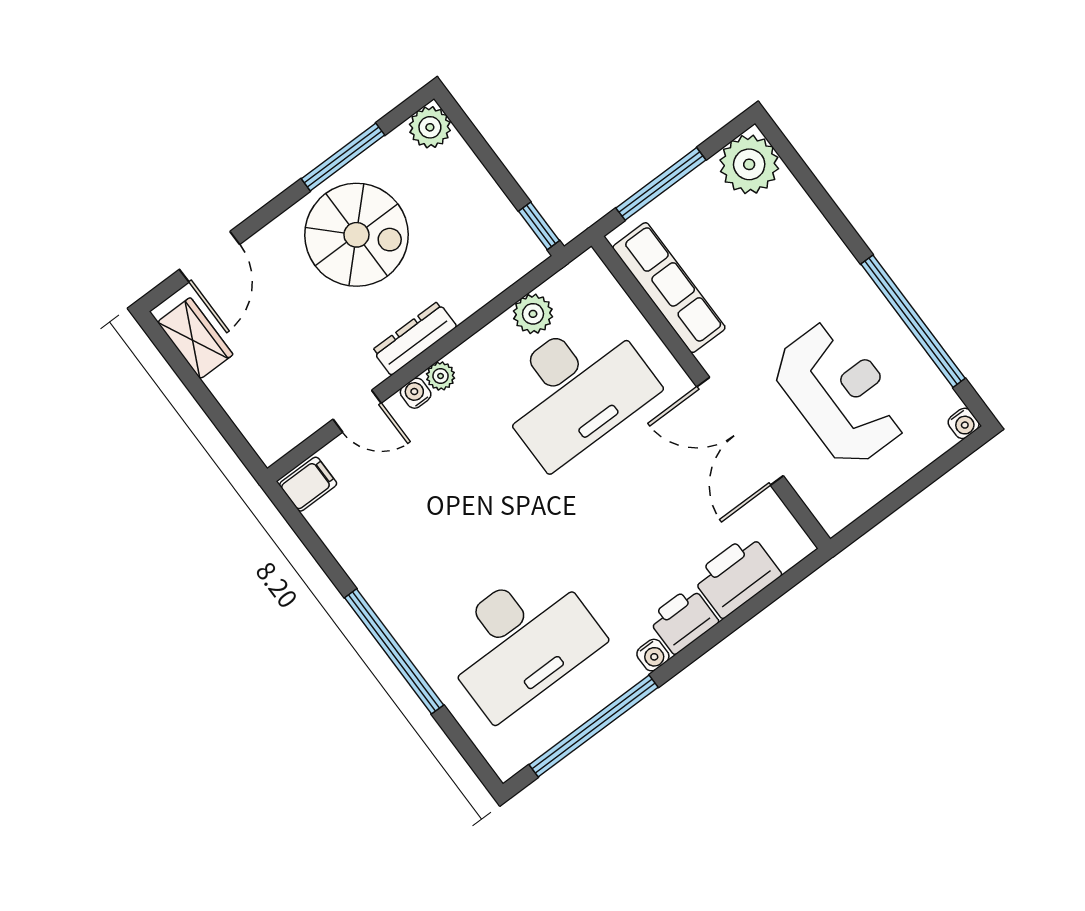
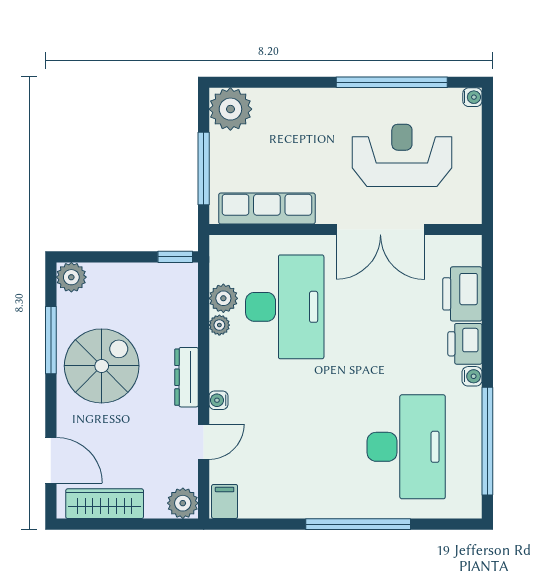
wardrobe: (195, 338) -> (105, 504), width x1.50
plant: (441, 376) -> (219, 325), moved
plant: (271, 439) -> (183, 503), added

